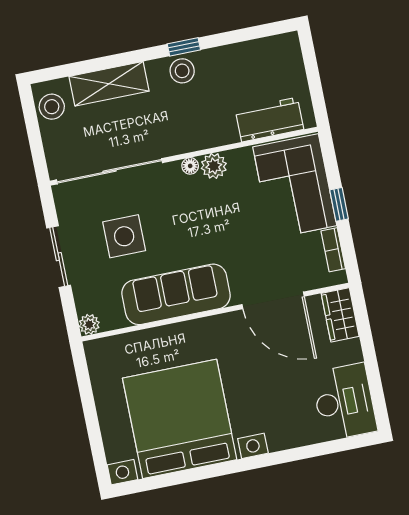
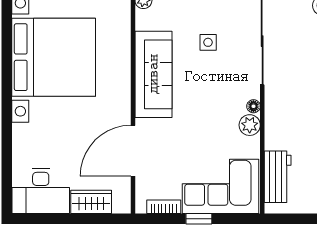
side table: (124, 236) -> (208, 42), width x0.54, depth x0.54
wardrobe: (340, 315) -> (91, 202), moved

